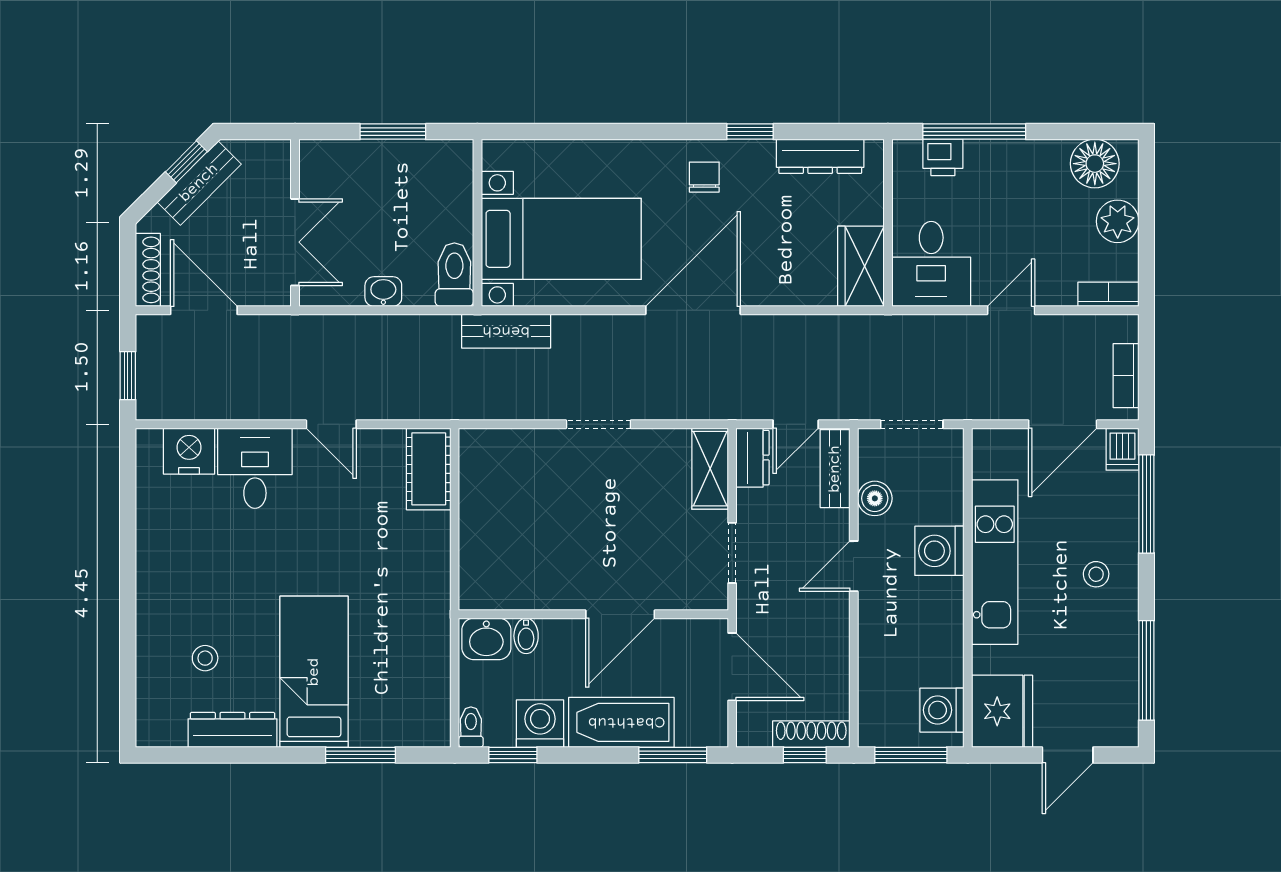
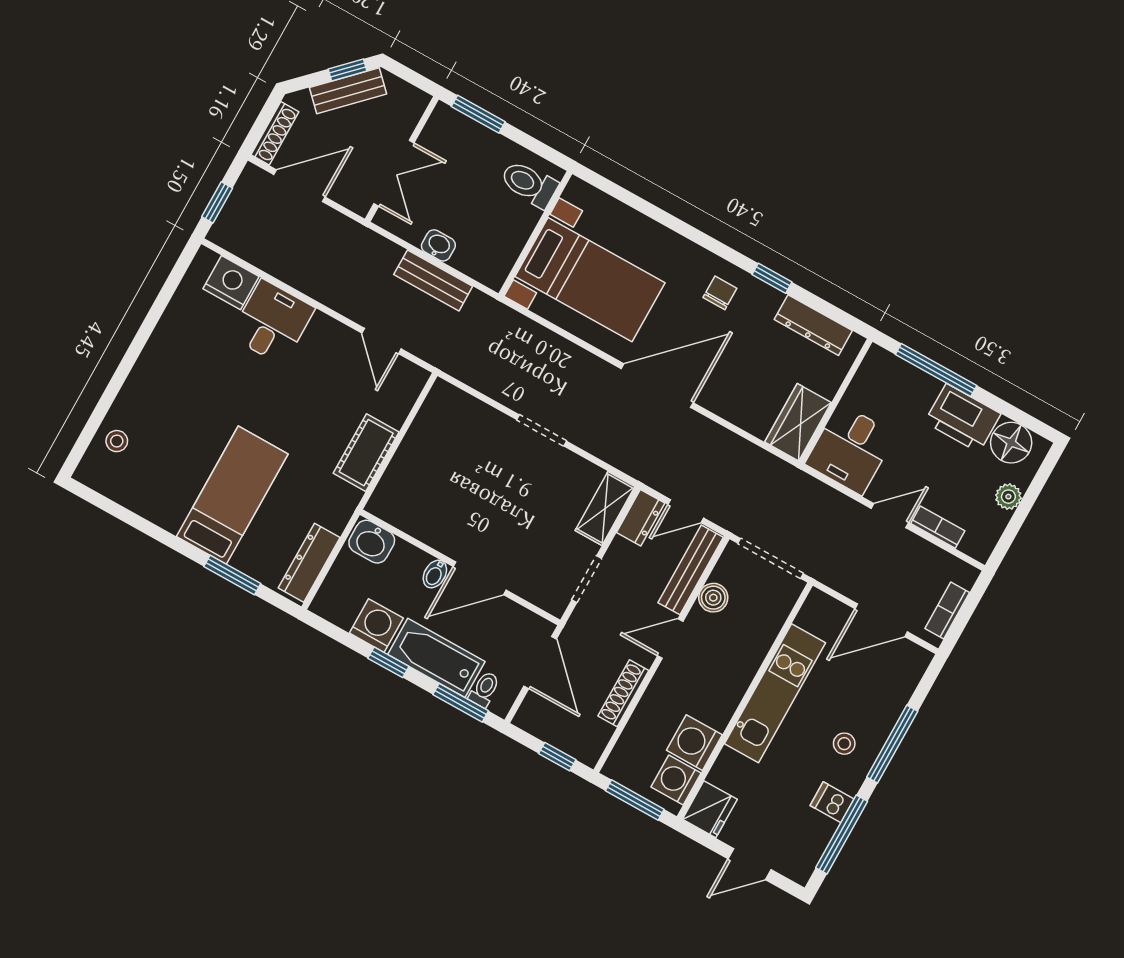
window: (393, 132) -> (478, 114), moved
printer: (943, 157) -> (963, 418), moved, width x1.87, depth x1.48
plant: (1118, 221) -> (1008, 497), width x0.73, depth x0.73
toilet: (454, 275) -> (529, 184), moved, turned -90
bookcase: (1108, 294) -> (938, 527), moved
door: (204, 310) -> (299, 186), hinge flipped
bench: (506, 331) -> (433, 280), moved
door: (331, 424) -> (381, 341), moved
doorway: (912, 424) -> (771, 558), width x1.38
dishwasher: (1122, 449) -> (832, 802), moved, turned 90
cot: (429, 469) -> (366, 453), moved
bench: (835, 469) -> (691, 570), width x1.36
window: (1146, 504) -> (892, 744), moved
washing machine: (939, 551) -> (694, 743), moved
bidet: (526, 636) -> (435, 574), moved
stool: (205, 658) -> (117, 441), moved
fridge: (1002, 711) -> (710, 809), width x0.73, depth x0.75
toilet: (471, 727) -> (484, 689), moved
dresser: (232, 730) -> (309, 563), moved, turned -90
shoe rack: (811, 734) -> (623, 693), moved, turned -90
window: (513, 755) -> (388, 662), moved

